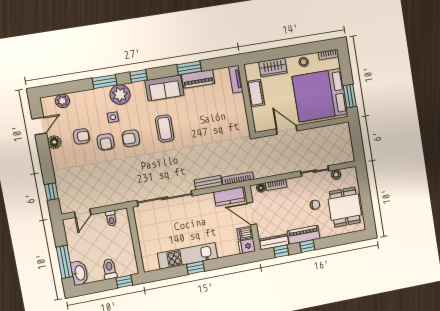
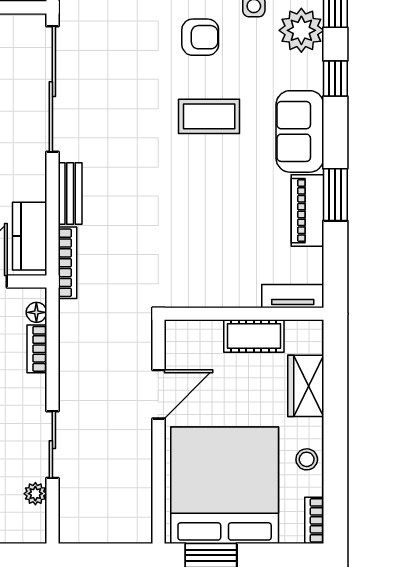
armchair: (131, 138) -> (200, 37), turned 90

